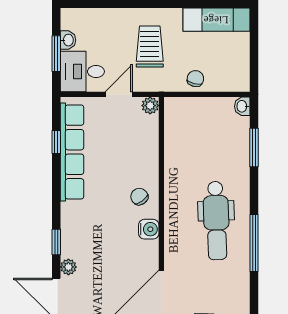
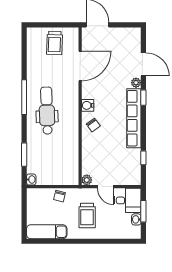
door: (119, 94) -> (106, 187), hinge flipped
row of seats: (72, 152) -> (134, 118), moved

